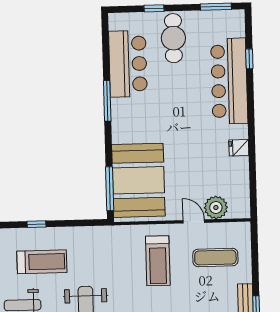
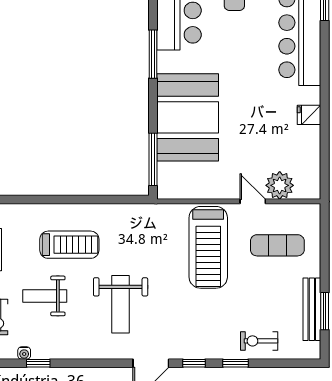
booth: (138, 180) -> (188, 117), moved
window: (36, 224) -> (64, 199), removed
treadmill: (158, 261) -> (208, 247), width x1.37, depth x1.38

